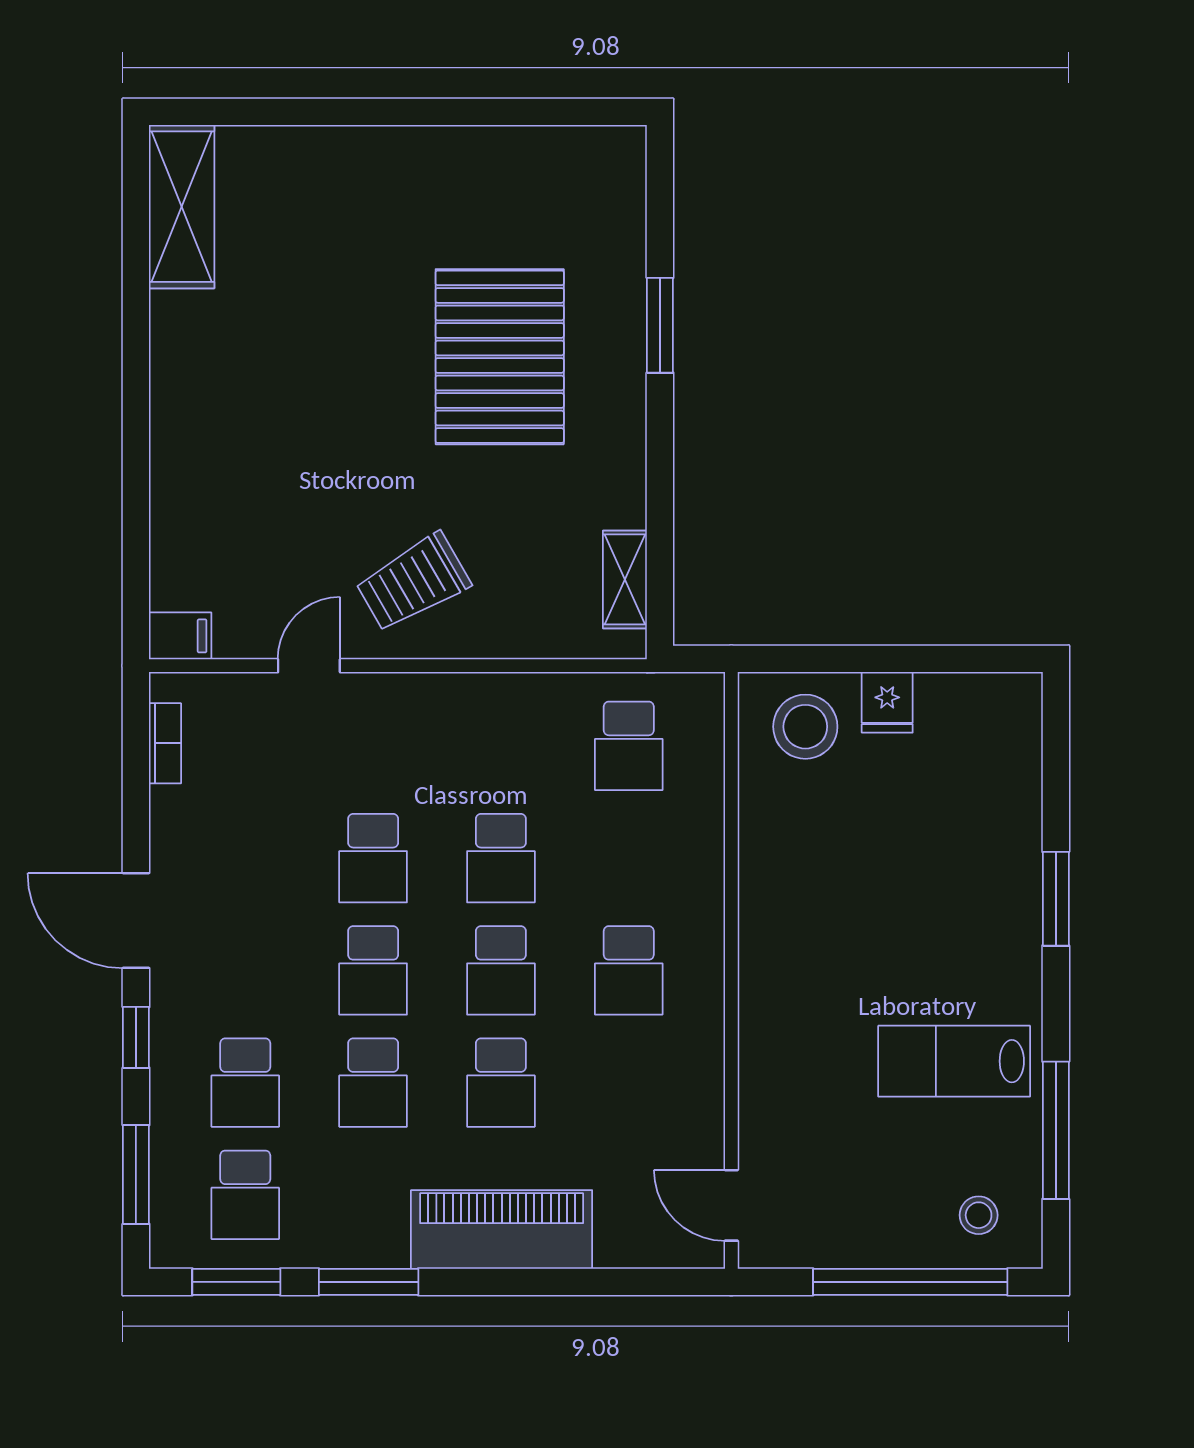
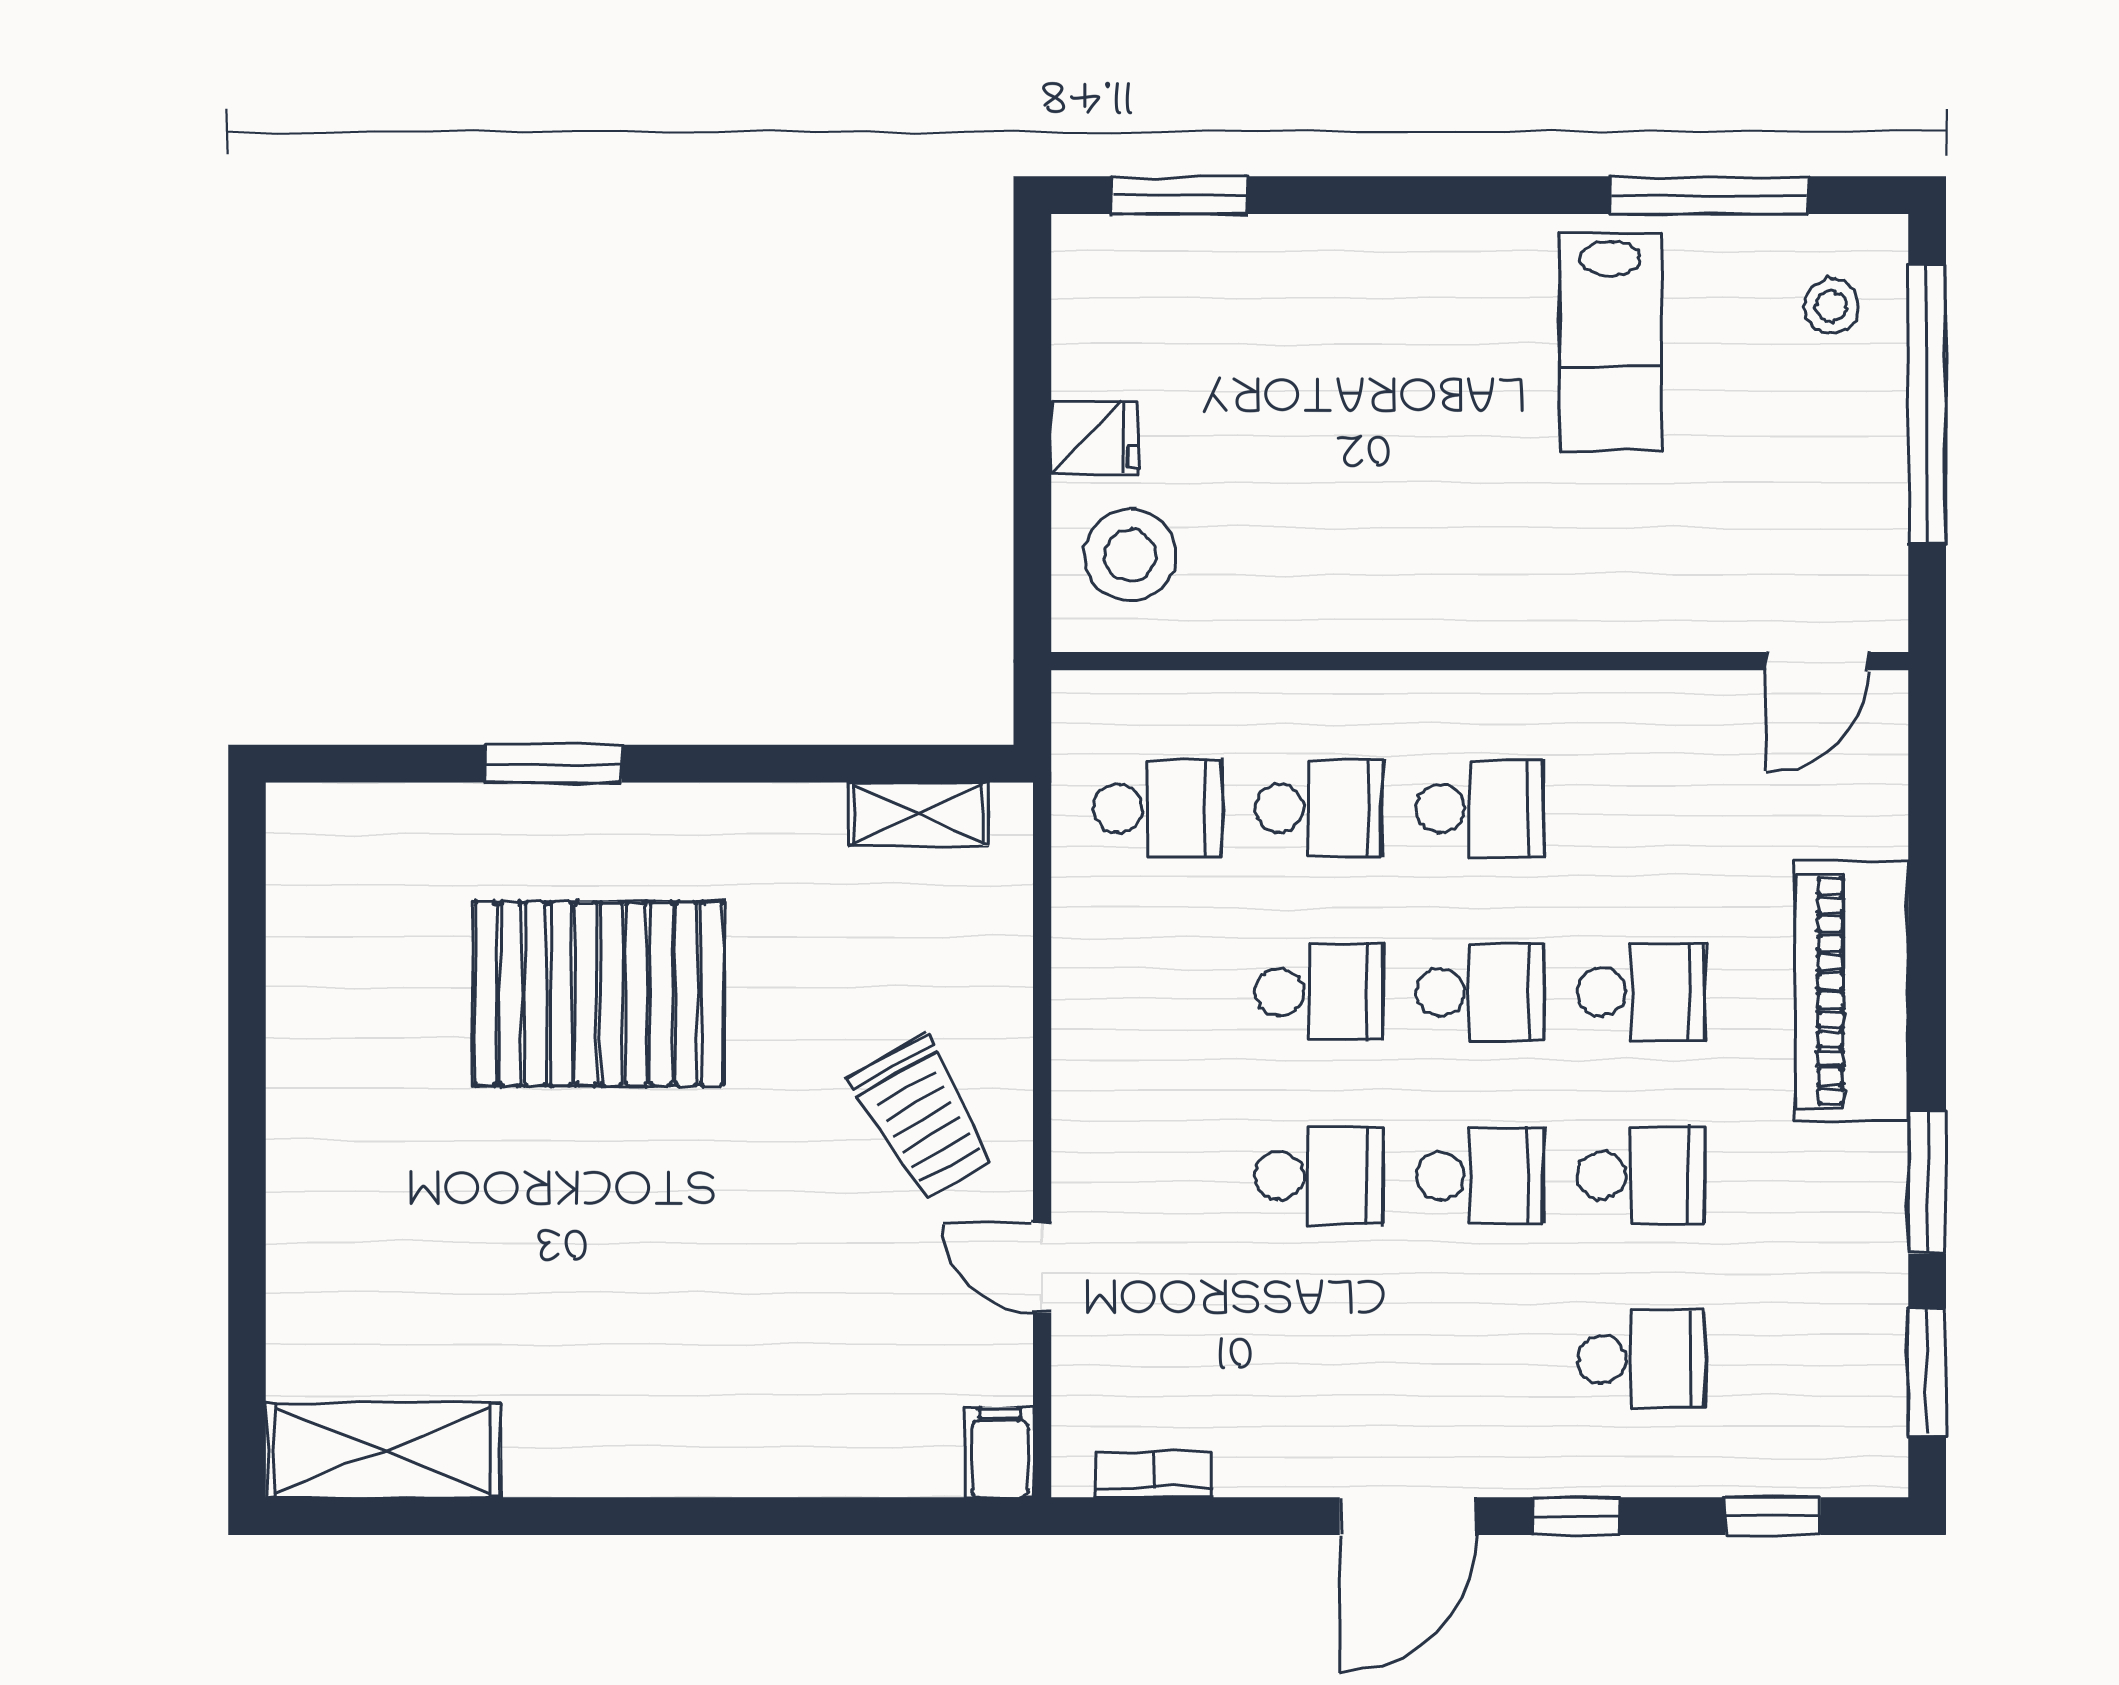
window: (1056, 899) -> (1180, 195), moved
window: (136, 1175) -> (1773, 1516), width x0.67
school desk: (245, 1195) -> (1319, 809), moved

